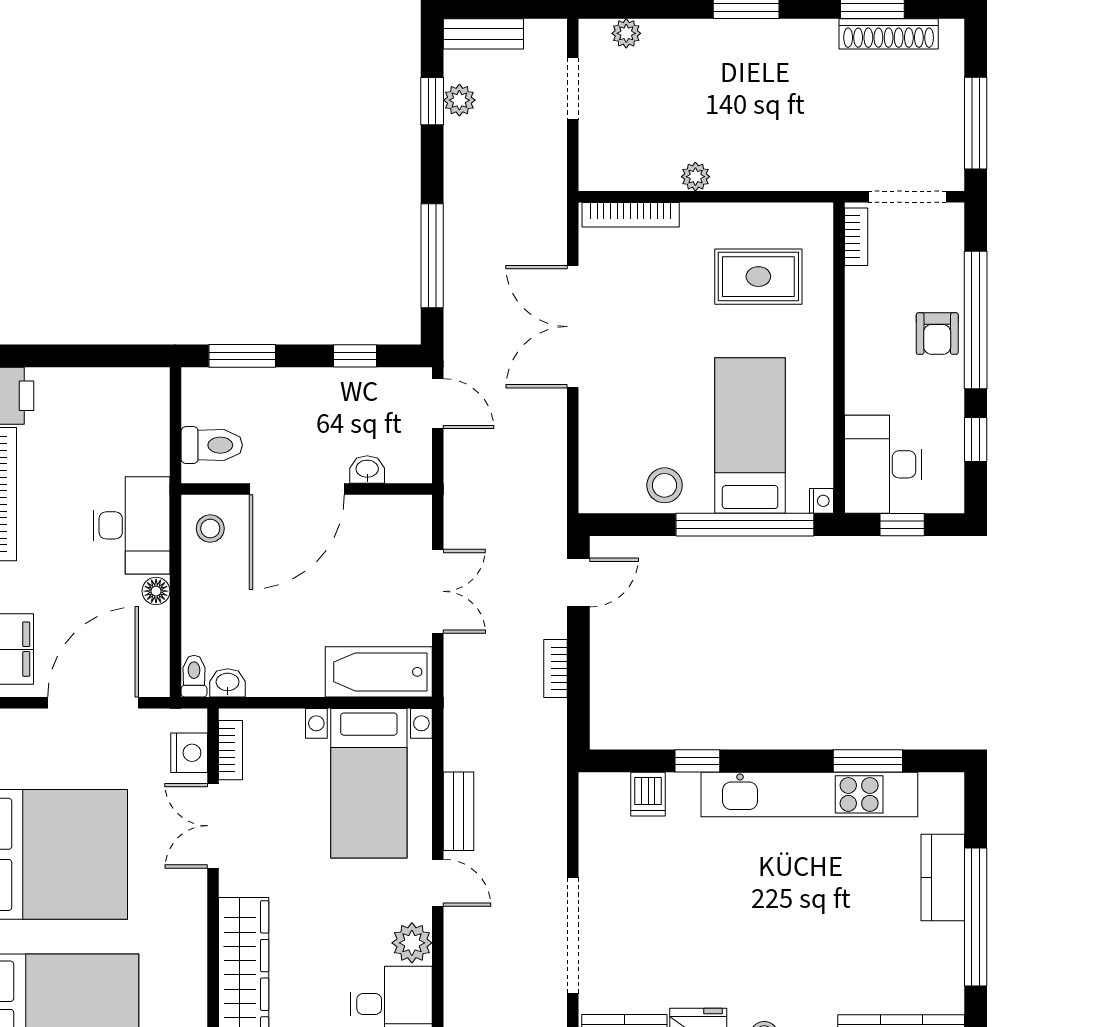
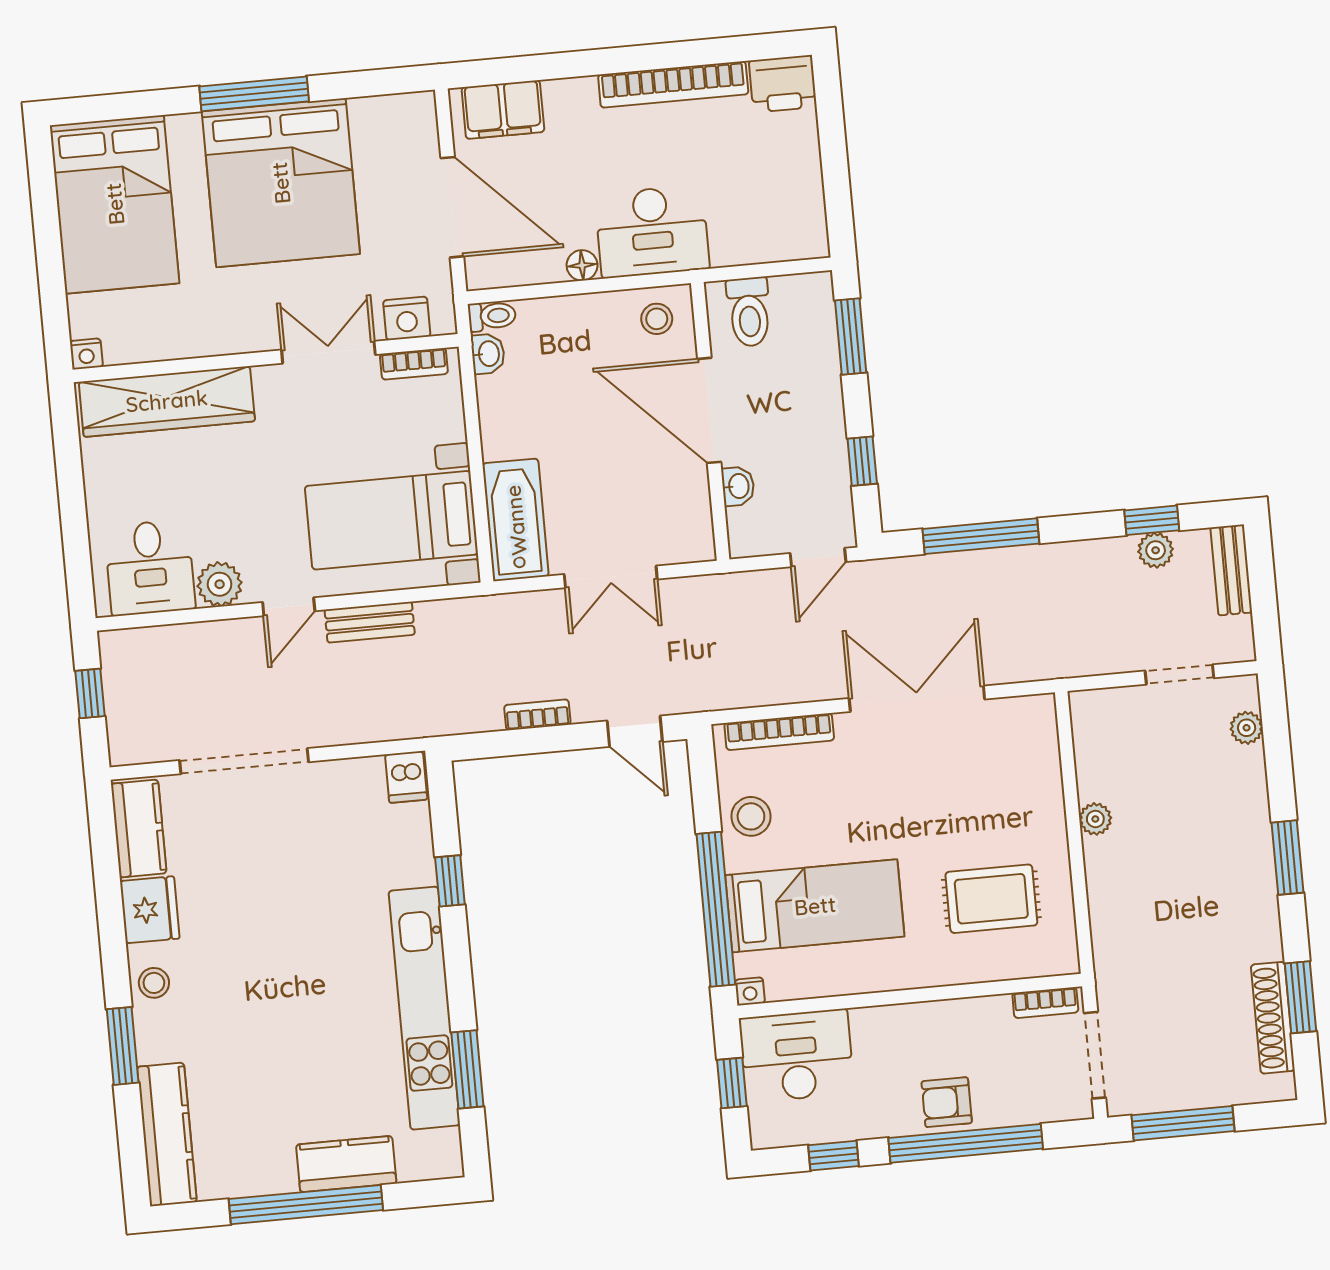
bookcase: (631, 215) -> (779, 732), moved, turned -90
rug: (758, 277) -> (991, 899), turned 90
dishwasher: (648, 794) -> (406, 777), moved, turned -90

